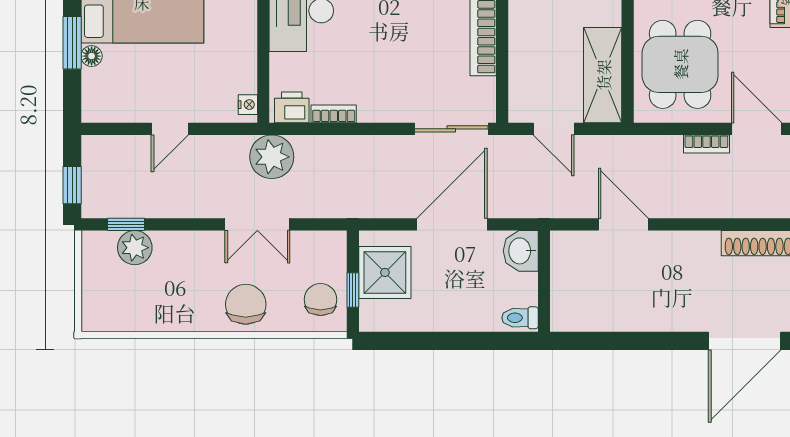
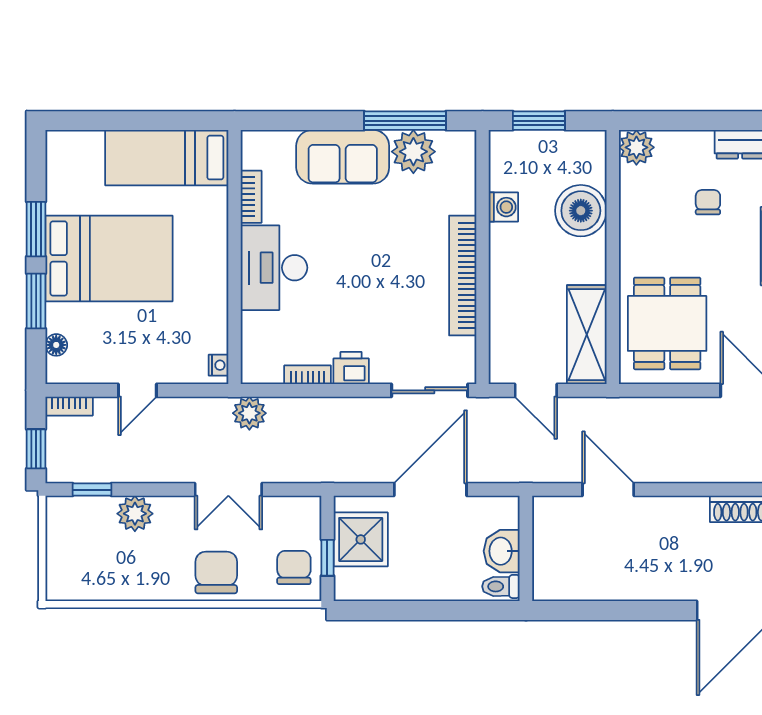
floor lamp: (92, 56) -> (56, 345), moved
printer: (292, 107) -> (351, 368), moved
bookcase: (706, 144) -> (69, 406), moved
plant: (272, 157) -> (249, 413), width x0.73, depth x0.73
plant: (135, 248) -> (135, 514), moved
washbasin: (521, 251) -> (502, 551), moved

